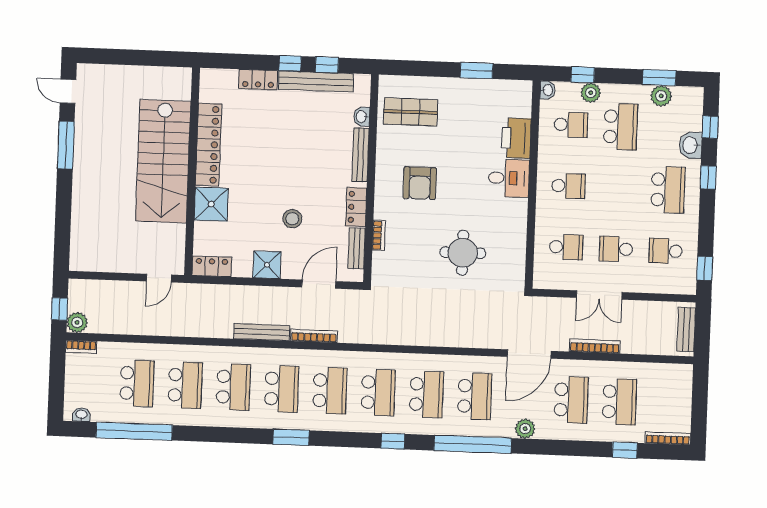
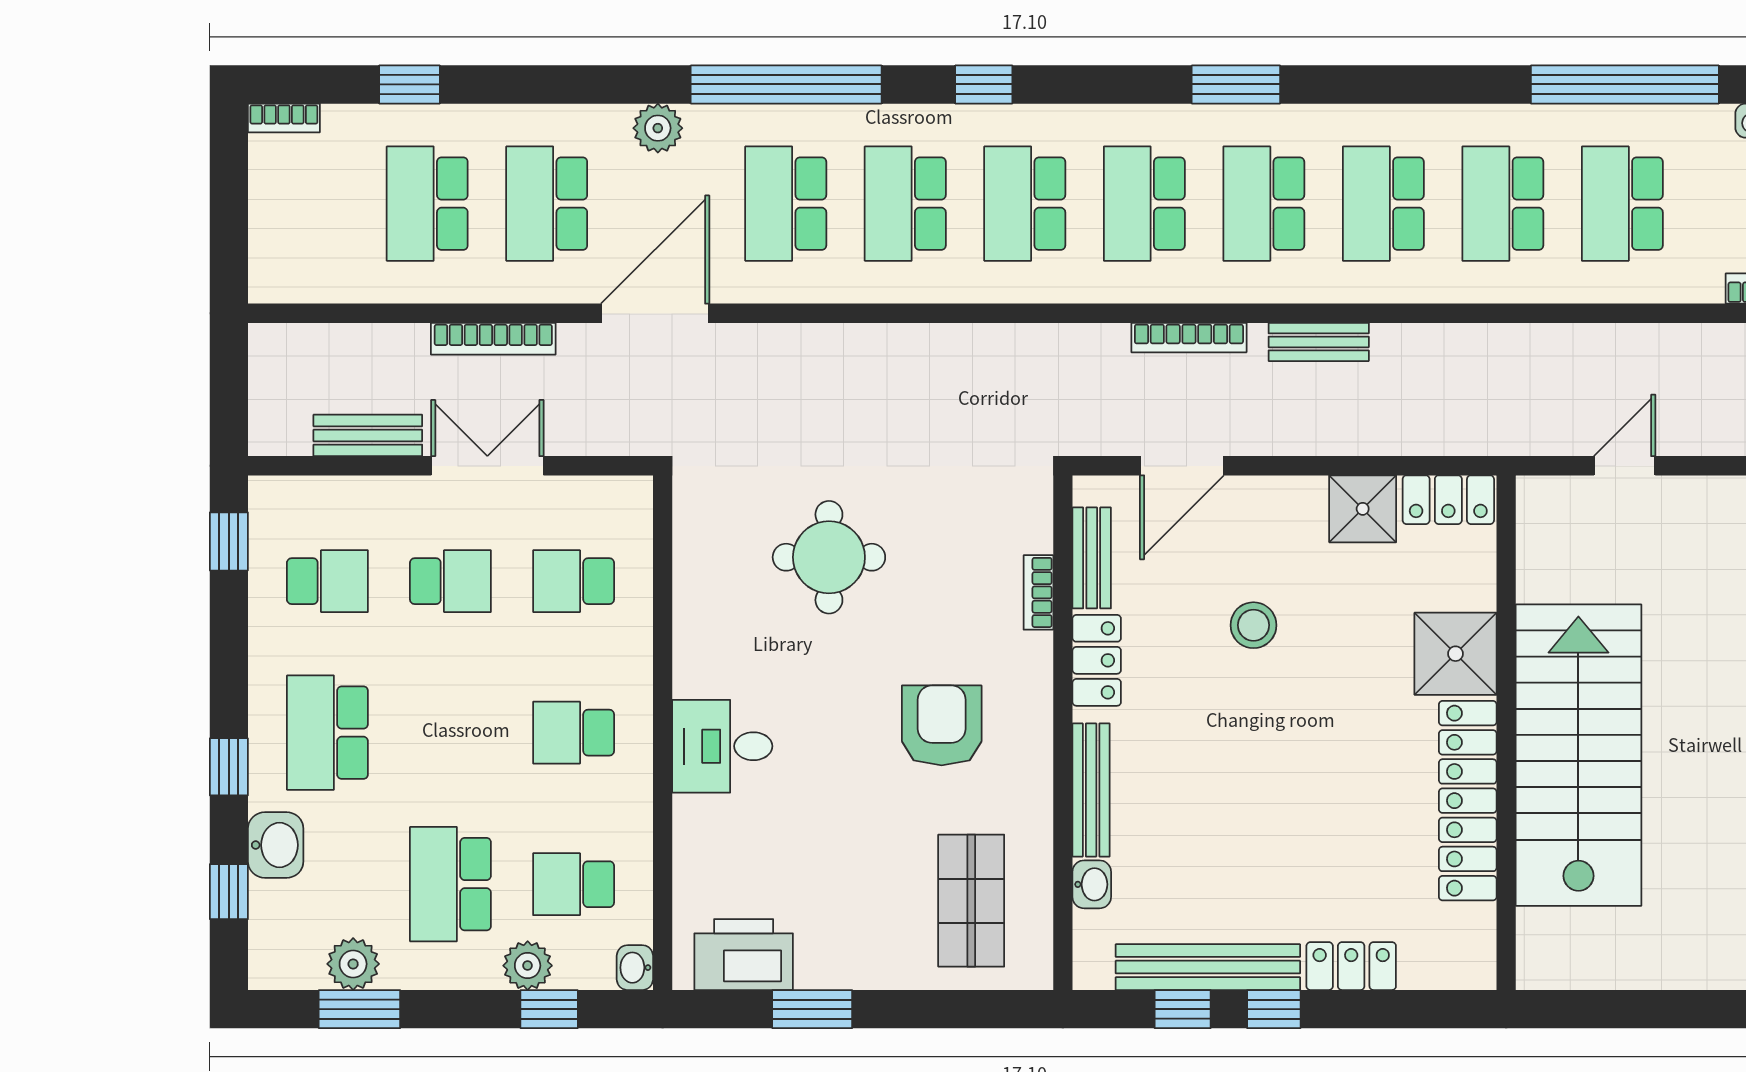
shop shelf: (411, 112) -> (971, 901), turned 90
printer: (516, 138) -> (744, 955), moved, turned -90
shower: (267, 265) -> (1363, 509), moved
door: (159, 278) -> (1625, 466), moved
bench: (686, 329) -> (368, 435), moved, turned 90
bench: (262, 332) -> (1319, 342), width x0.73
bookcase: (668, 438) -> (284, 118), width x0.64

